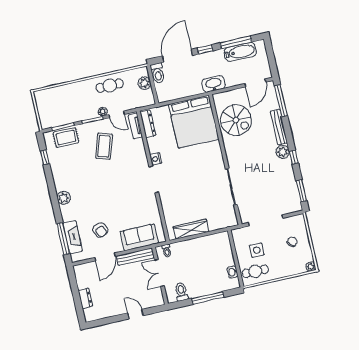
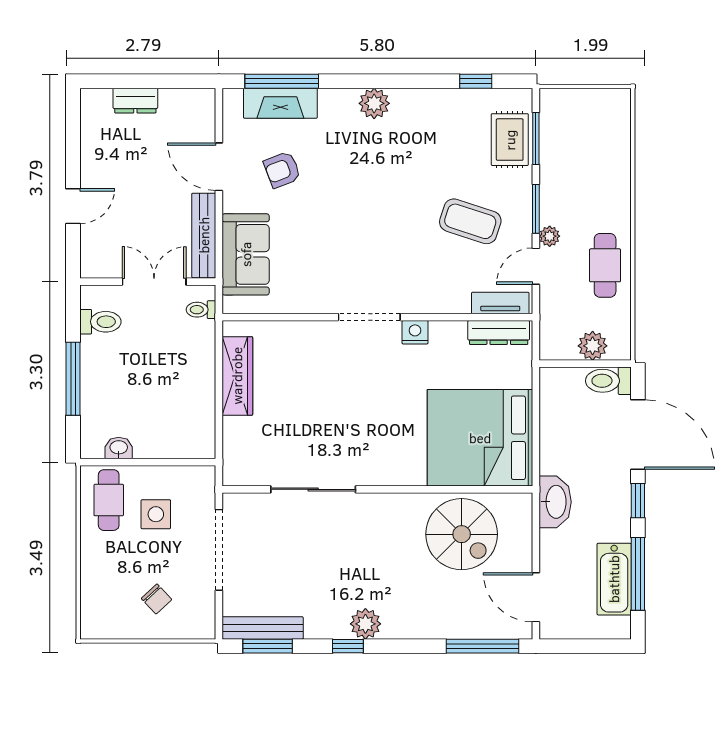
spiral stairs: (236, 120) -> (462, 534), turned -90
bench: (279, 127) -> (263, 628), moved
plant: (311, 267) -> (91, 628), removed

